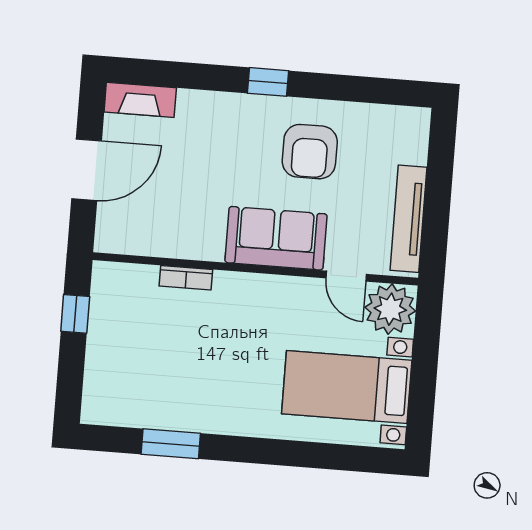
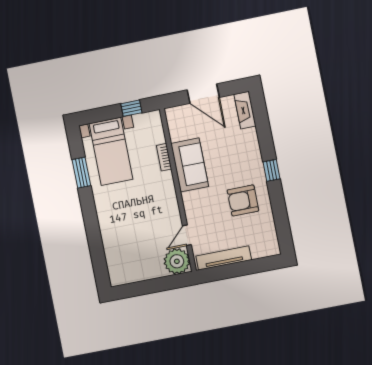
sofa: (276, 238) -> (190, 165), moved
bed with nightstands: (347, 387) -> (111, 151), moved, turned 180

